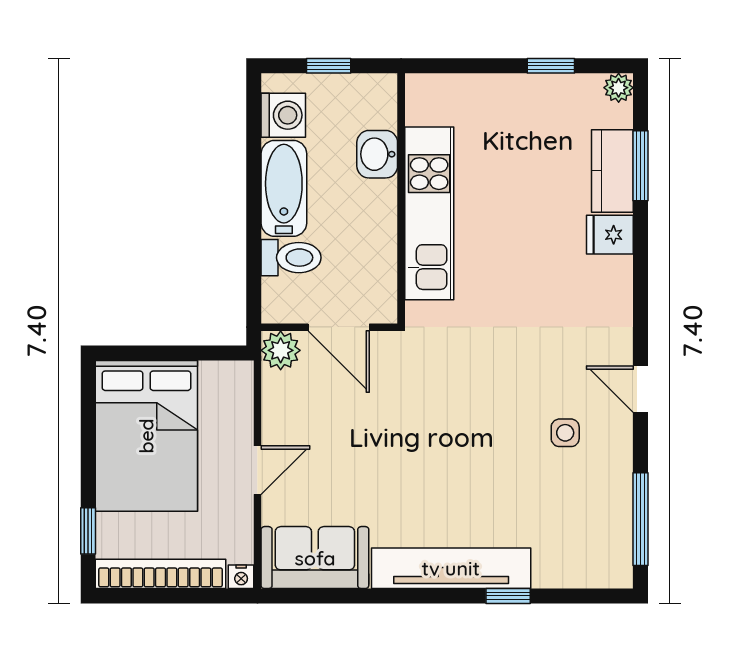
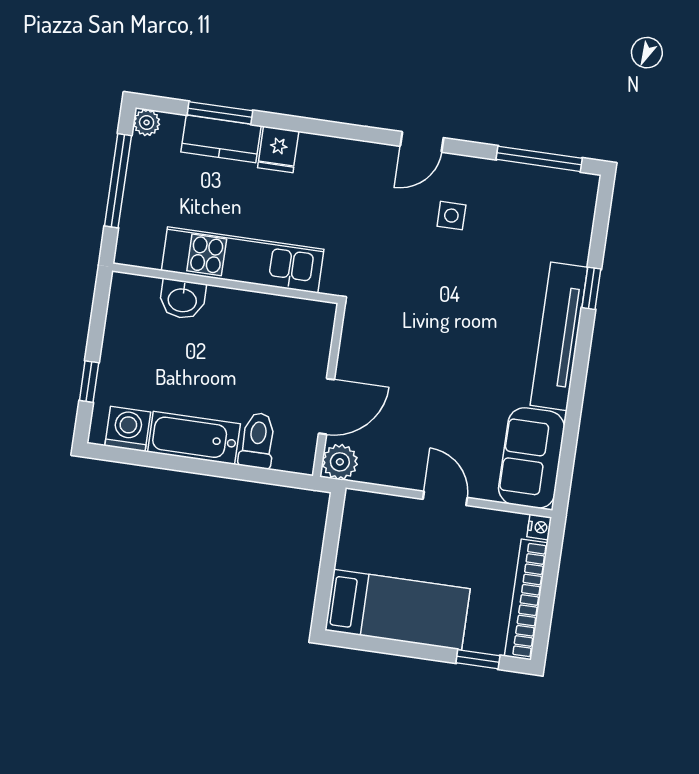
window: (551, 66) -> (118, 181), width x2.17
washbasin: (377, 154) -> (182, 299), moved
wall: (401, 198) -> (225, 283), moved
kitchen unit: (429, 213) -> (243, 260), moved
bed: (146, 436) -> (397, 610), width x0.67

